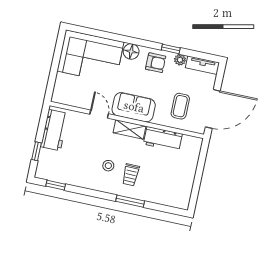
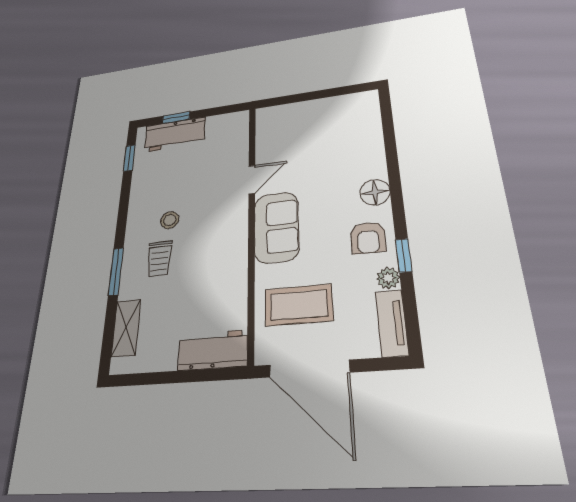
corner sofa: (90, 57) -> (345, 136), removed
coffee table: (180, 106) -> (299, 305), width x1.36, depth x1.30
shelving: (129, 129) -> (126, 328), moved
workbench: (54, 130) -> (175, 134), moved
workbench: (163, 139) -> (213, 350), moved, turned 90
trolley: (131, 175) -> (160, 259), turned -91

